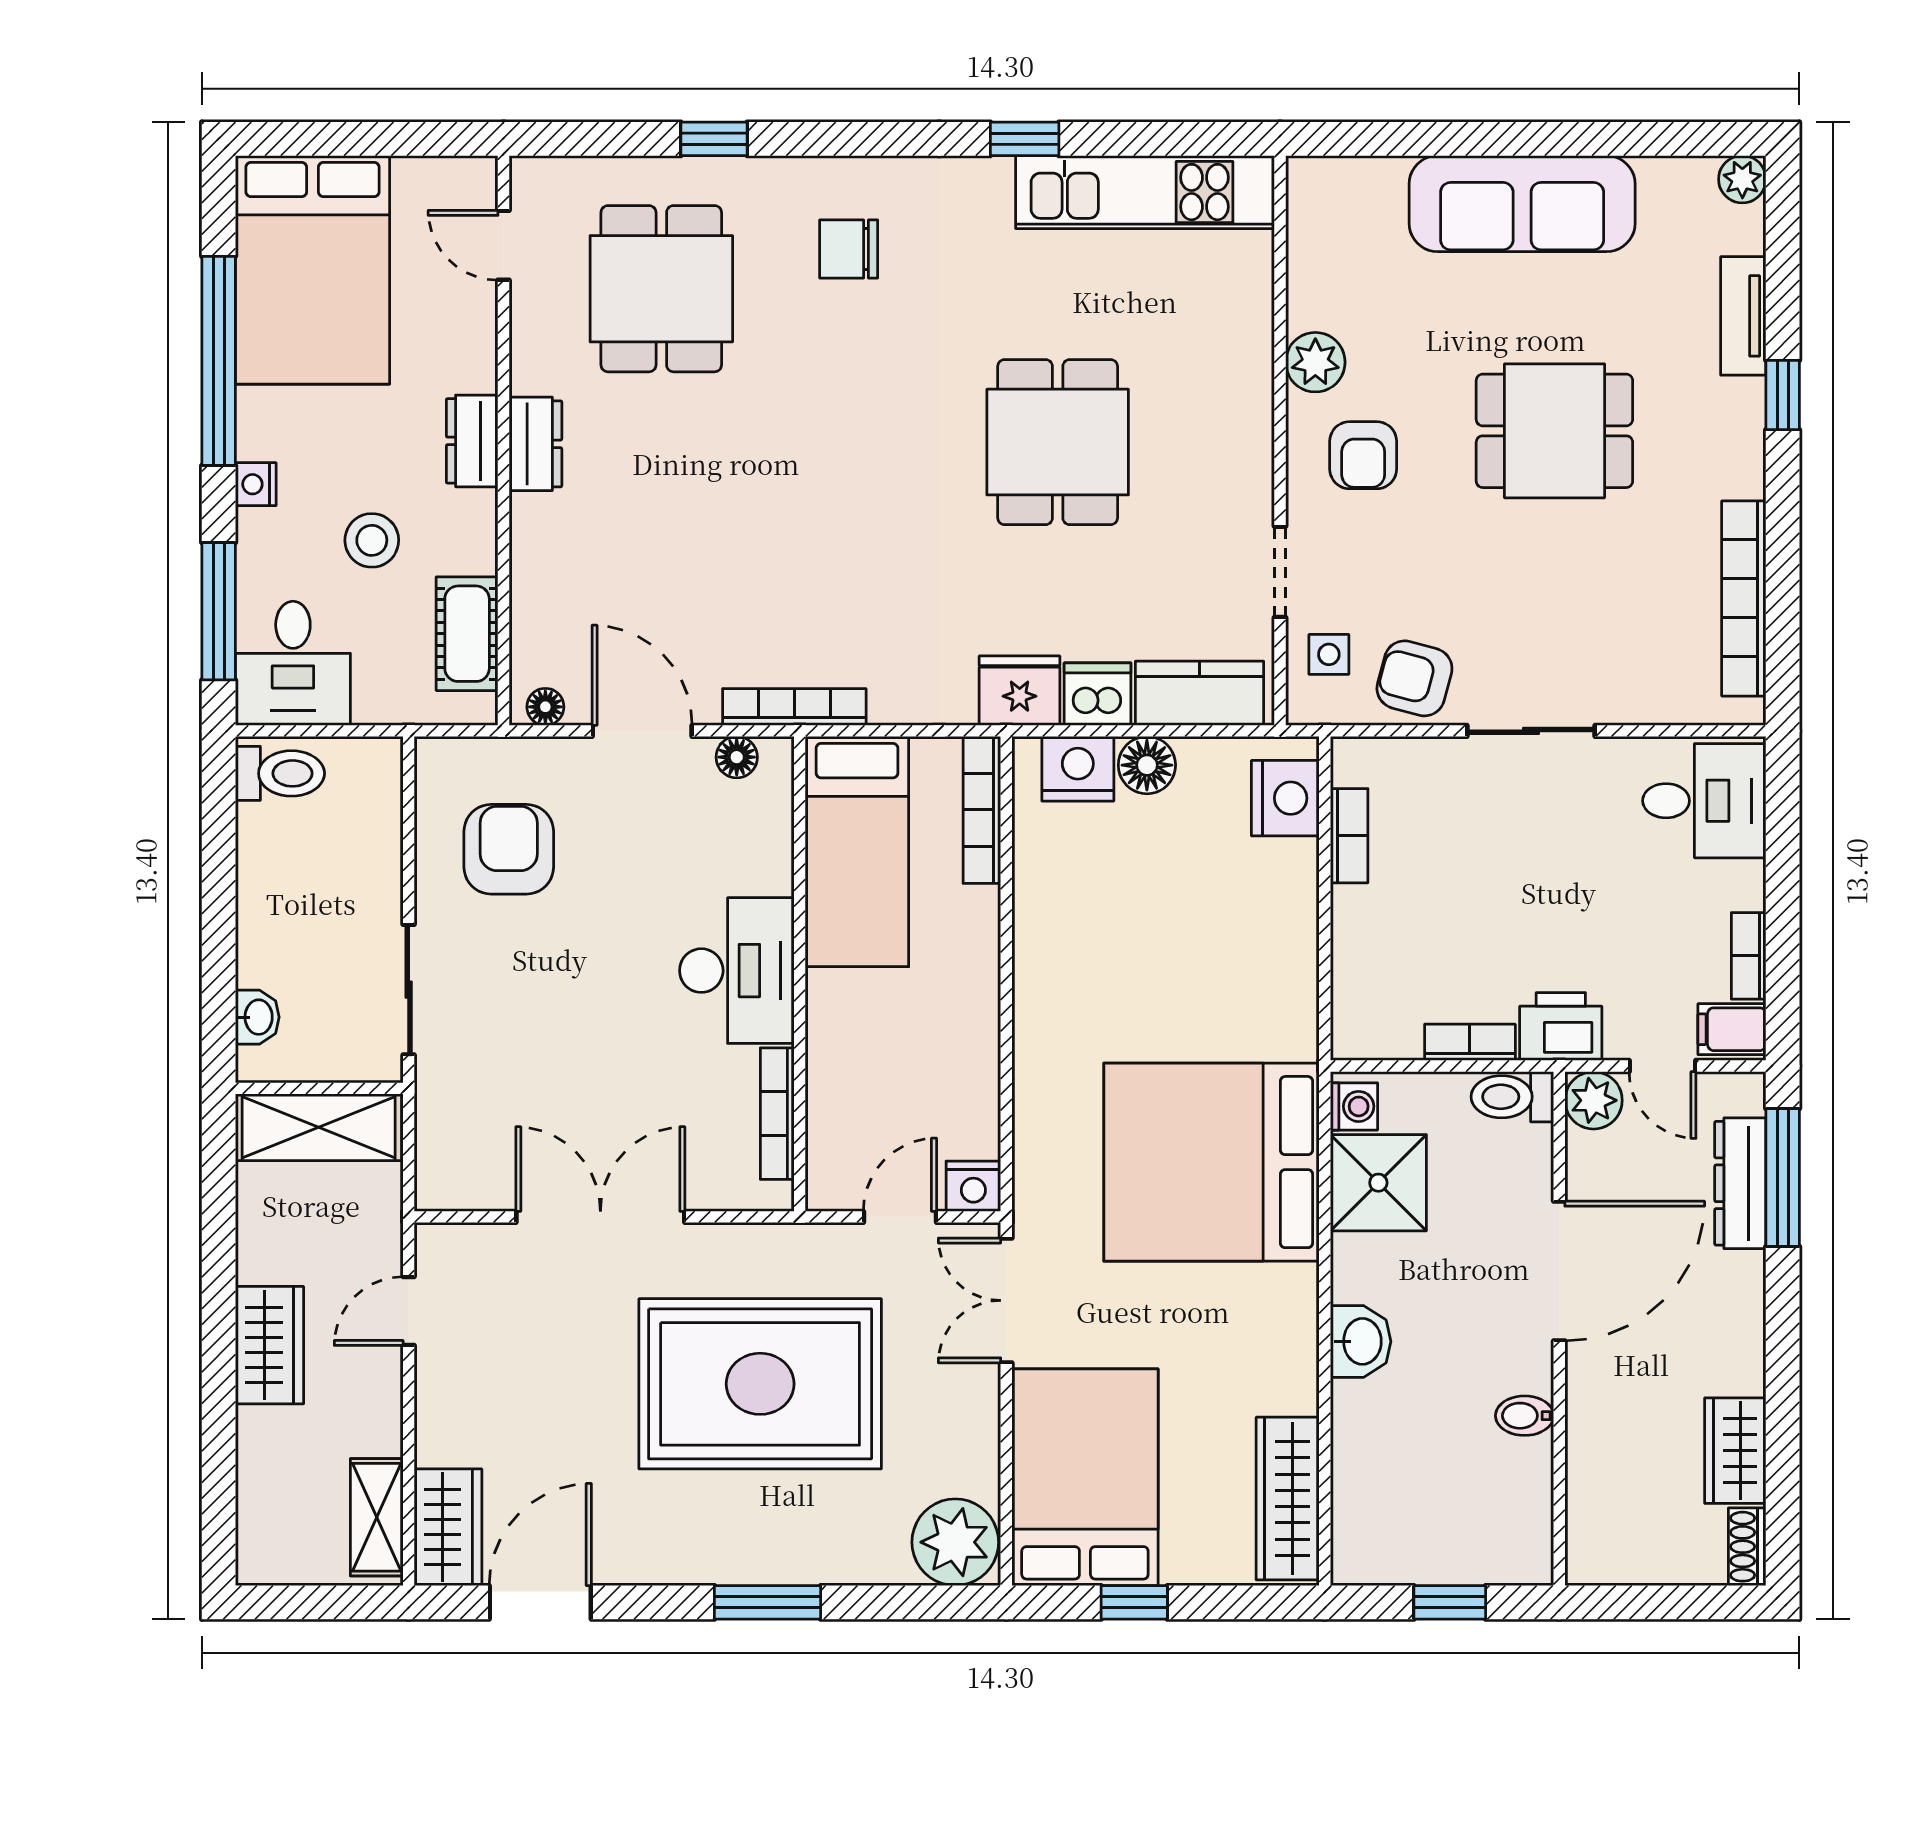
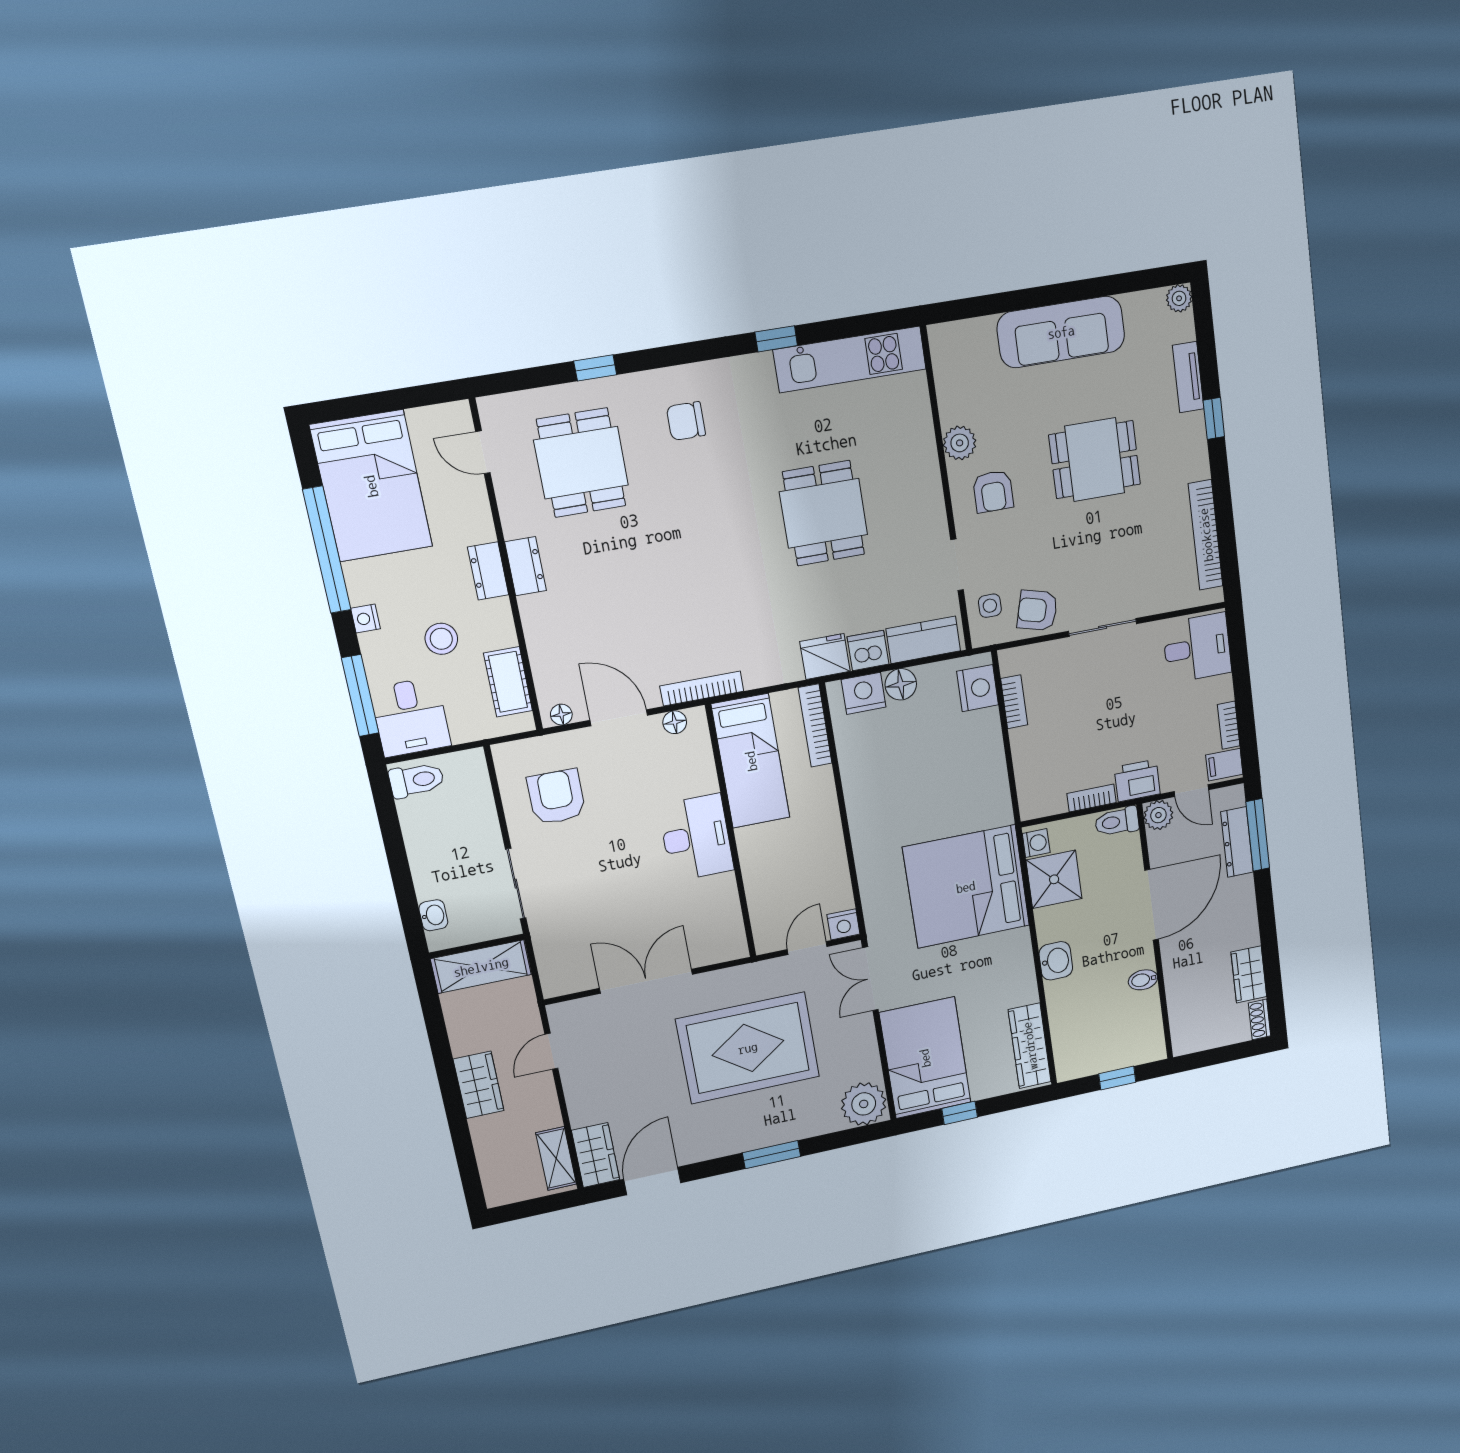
bookcase: (777, 1114) -> (732, 908), removed

